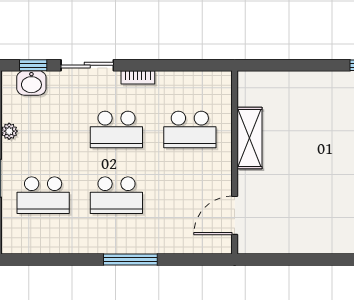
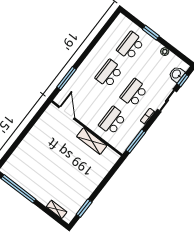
window: (194, 65) -> (136, 141), added
window: (130, 259) -> (67, 78), moved

